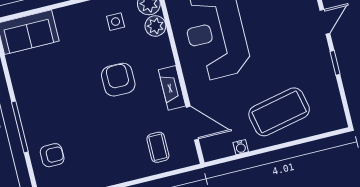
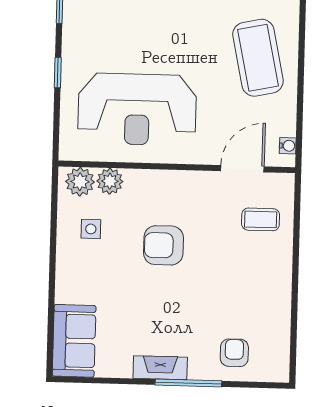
fireplace: (172, 88) -> (160, 368), moved, turned 180
water cooler: (241, 147) -> (288, 146), moved

